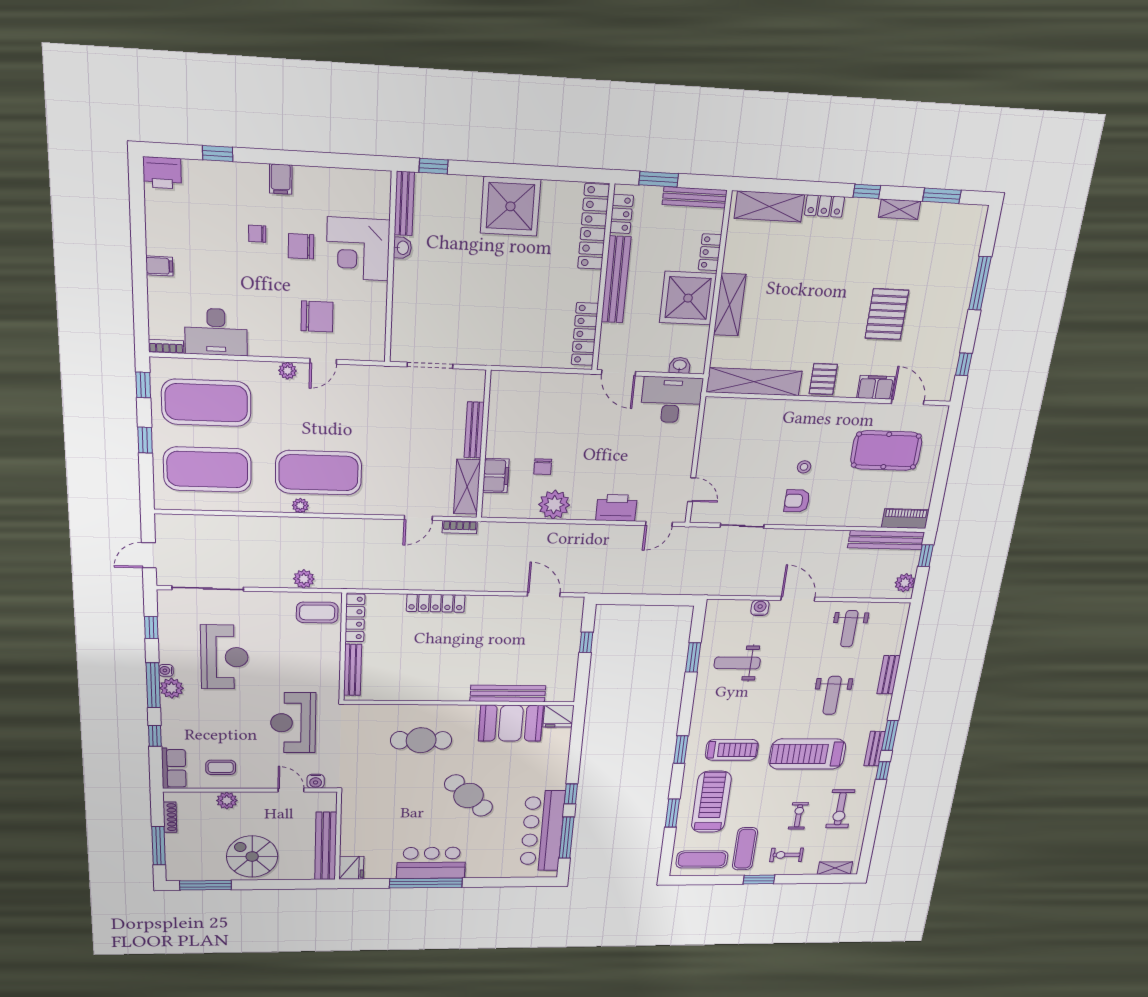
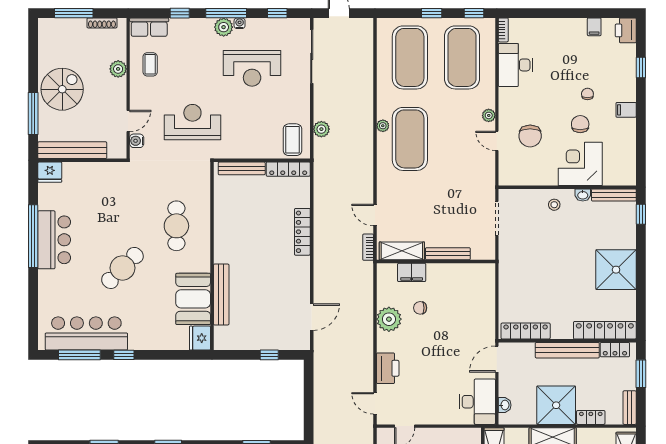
bench: (695, 197) -> (630, 408), width x0.73
filing cabinet: (159, 266) -> (594, 27), moved
stool: (415, 288) -> (554, 205), added
window: (206, 885) -> (33, 113), moved

